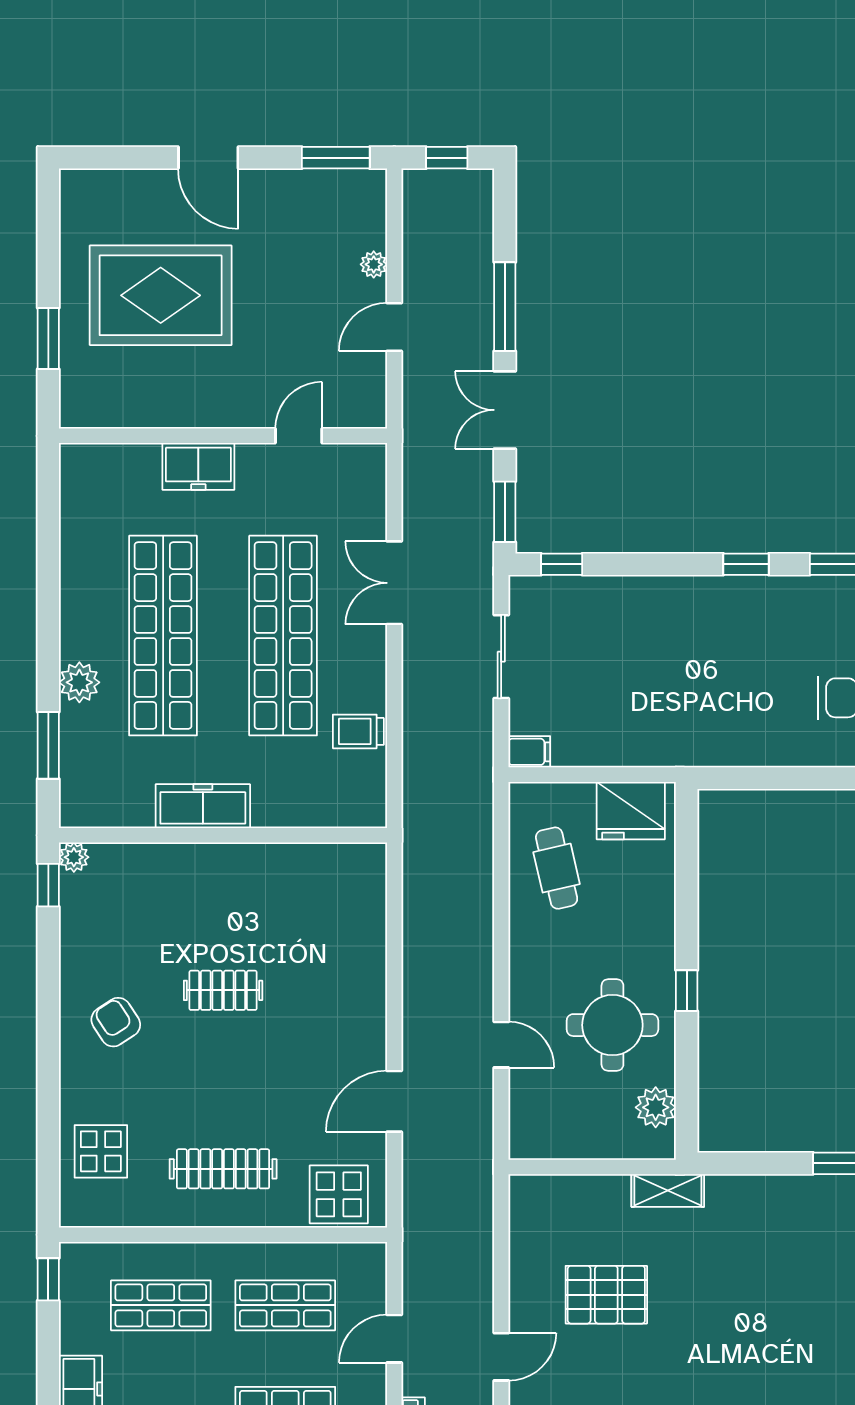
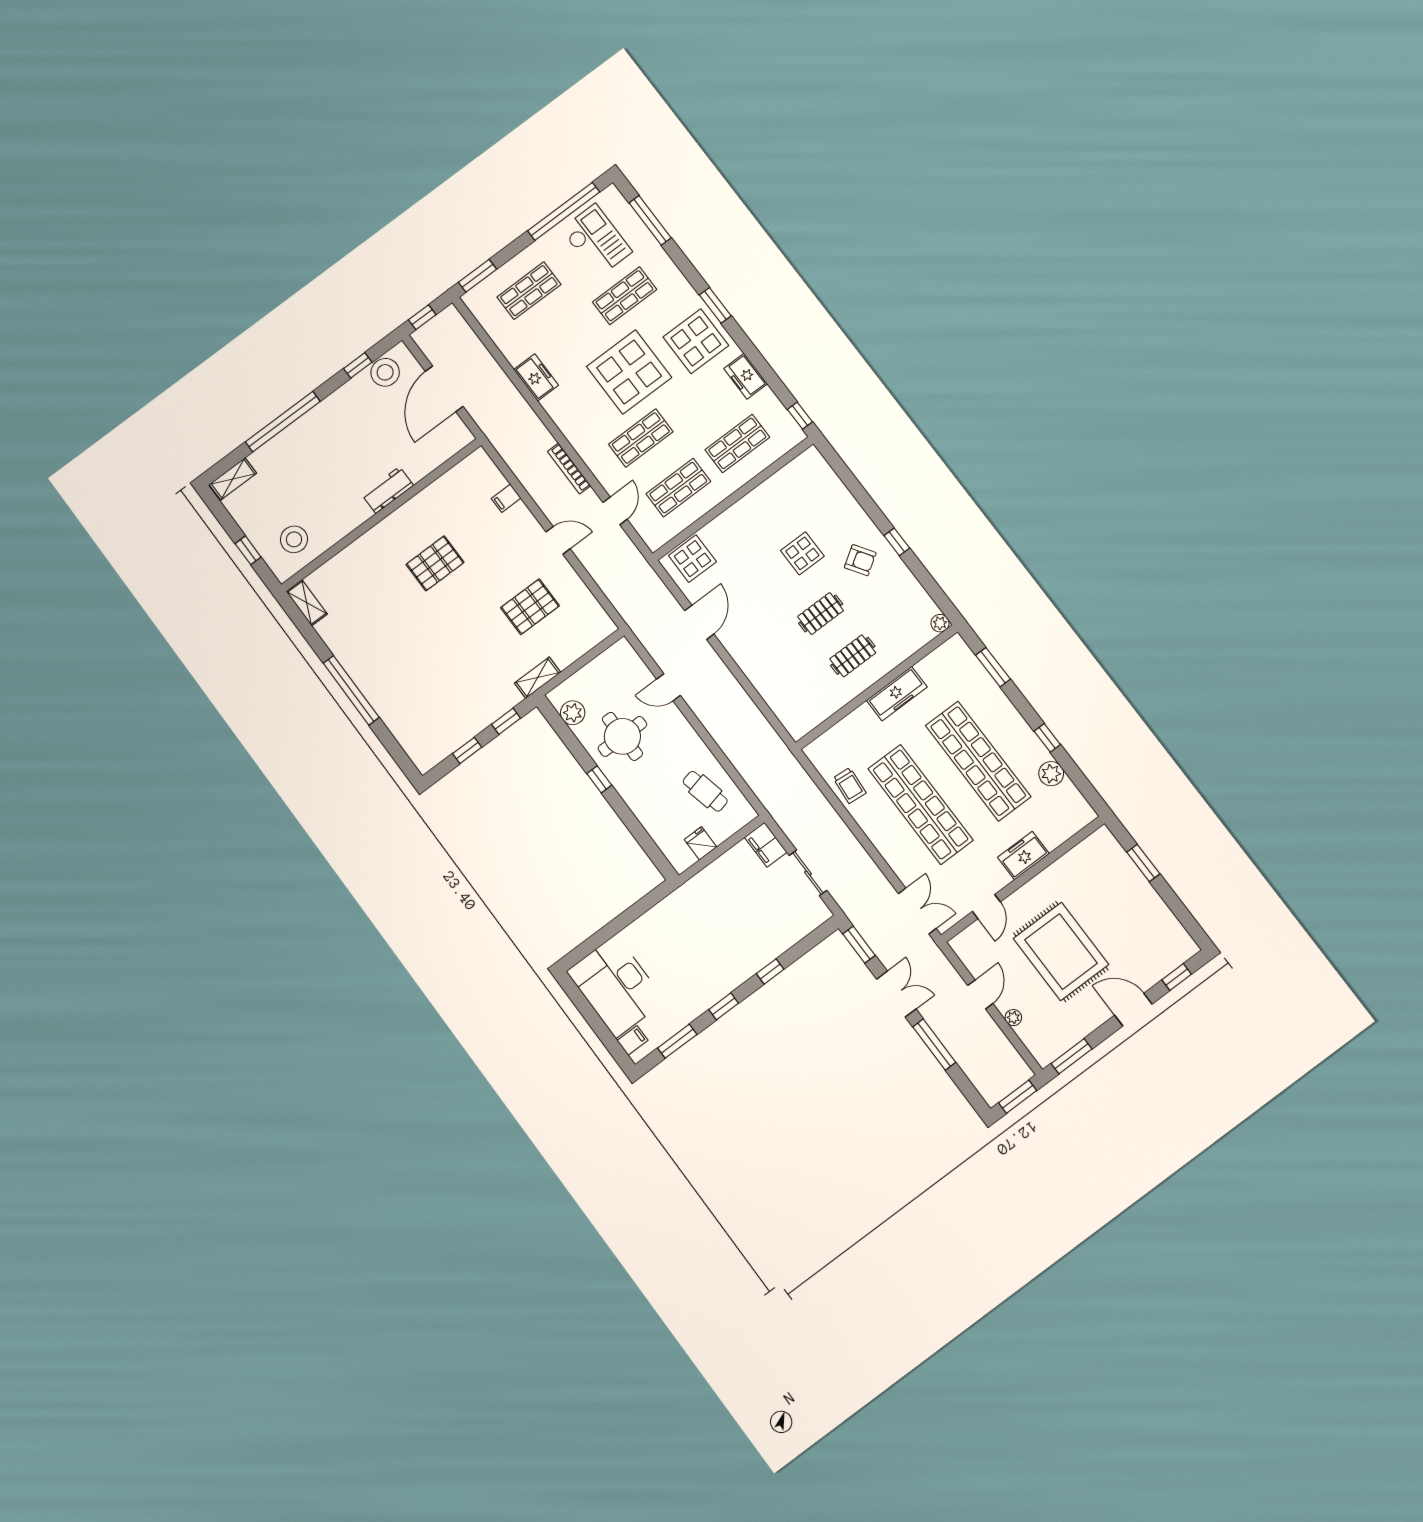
window: (119, 158) -> (1177, 977), added
window: (447, 158) -> (1018, 1097), width x1.50
rug: (161, 295) -> (1061, 951), moved, turned 90
window: (562, 564) -> (770, 971), moved
double door: (394, 583) -> (917, 911), moved
window: (48, 598) -> (1047, 738), added
plant: (79, 682) -> (1051, 774), moved
trolley: (358, 731) -> (850, 785), turned 95
filing cabinet: (529, 752) -> (766, 845), width x2.00
fridge: (631, 811) -> (701, 843), width x0.53, depth x0.75
window: (48, 885) -> (897, 542), moved
display table: (101, 1151) -> (802, 553), moved
window: (754, 1163) -> (506, 721), added
clothes rail: (223, 1169) -> (853, 656), moved, width x0.73
door: (501, 1357) -> (558, 540), swing flipped

